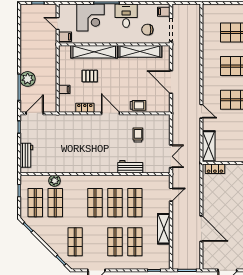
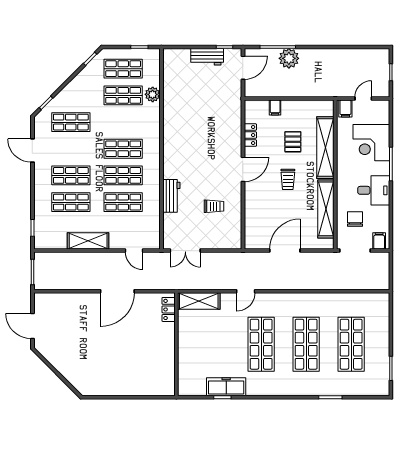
trolley: (138, 105) -> (288, 179), moved
door: (35, 113) -> (243, 68), hinge flipped
workbench: (26, 155) -> (207, 57), moved
door: (201, 229) -> (117, 291), moved

